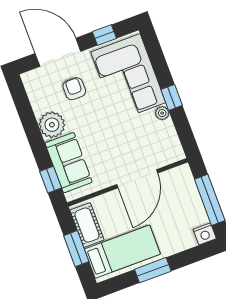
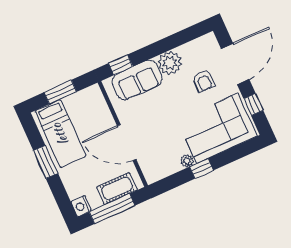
armchair: (74, 89) -> (204, 81), turned 90
cot: (87, 225) -> (117, 189), moved

